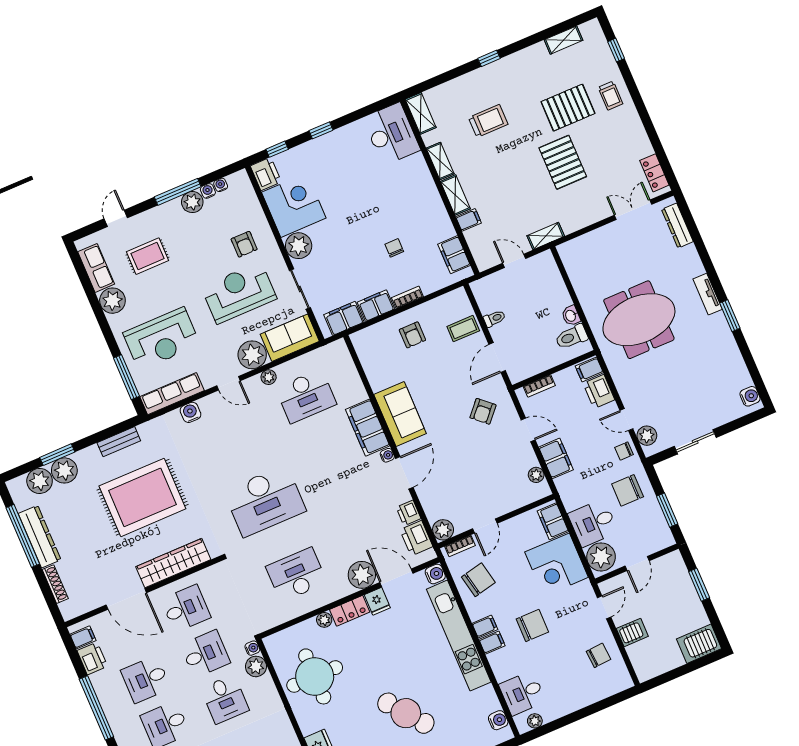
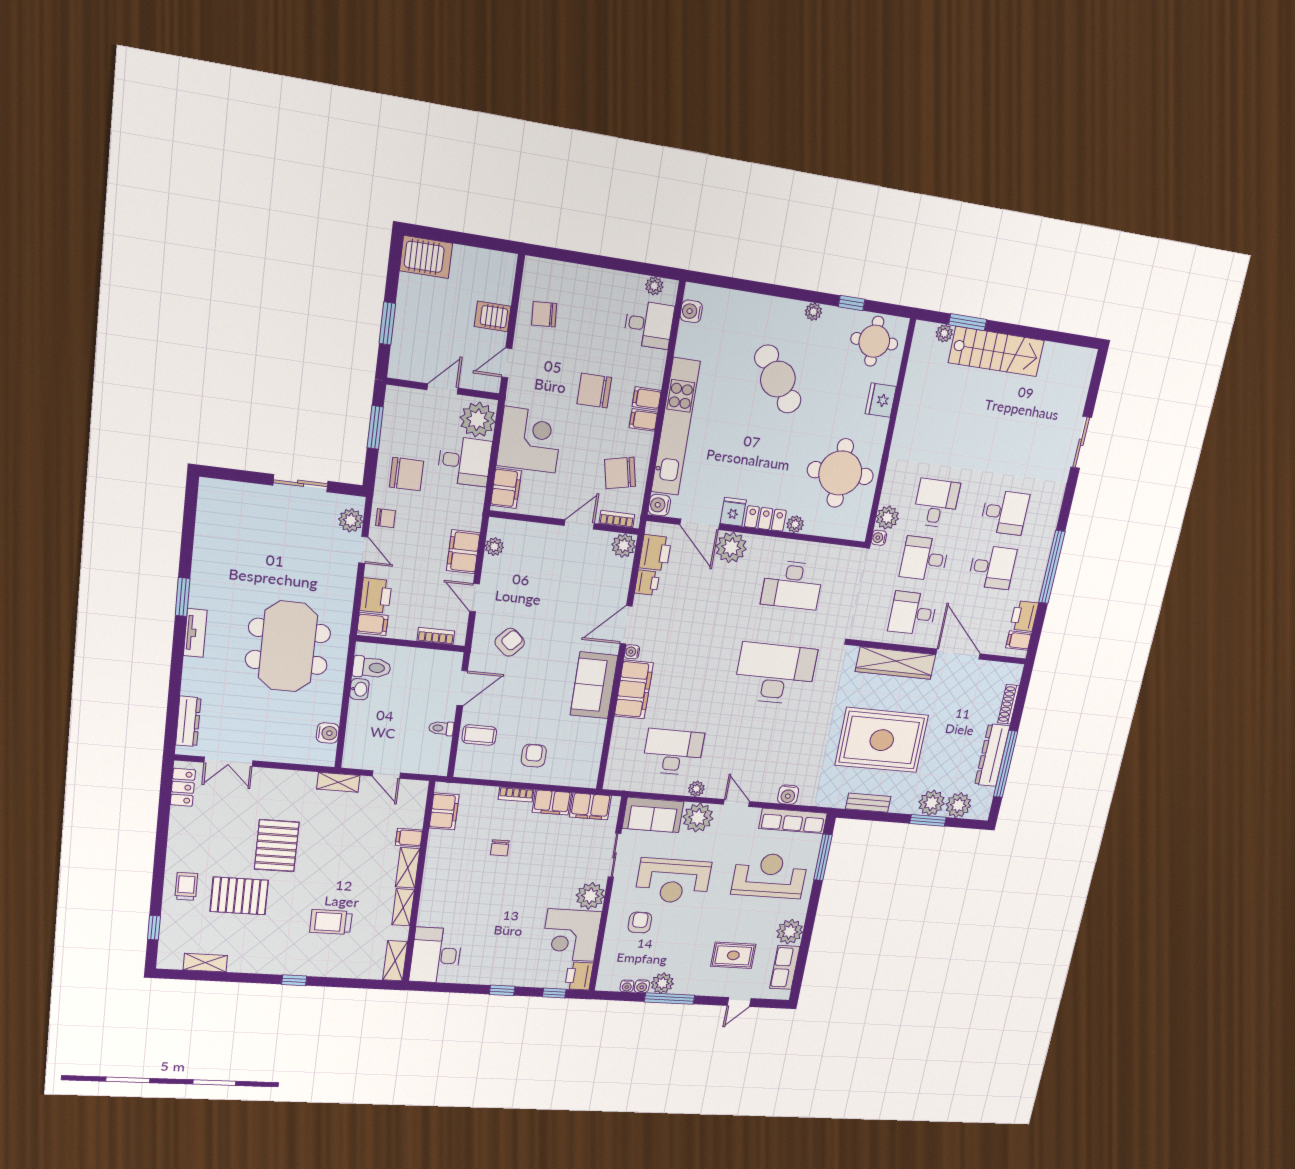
meeting table: (639, 320) -> (288, 646), turned 90
water cooler: (750, 396) -> (328, 733), moved, turned 180

